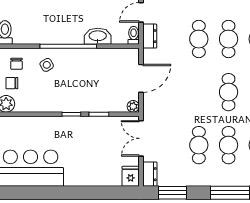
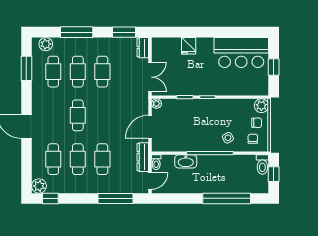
dresser: (150, 36) -> (143, 157), width x1.44
fridge: (131, 176) -> (189, 46), moved

